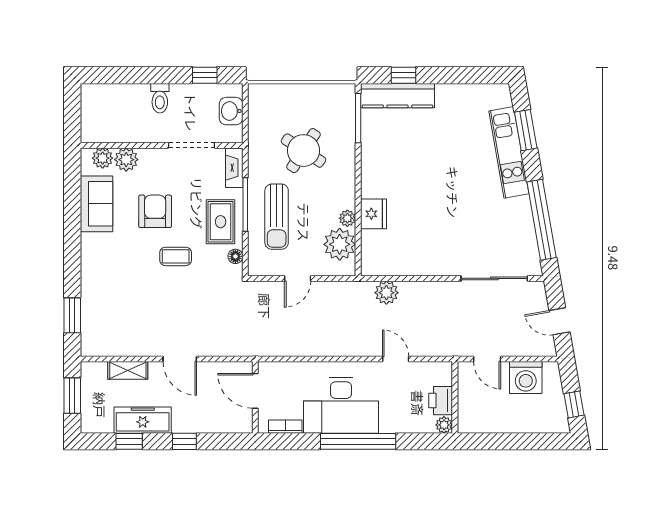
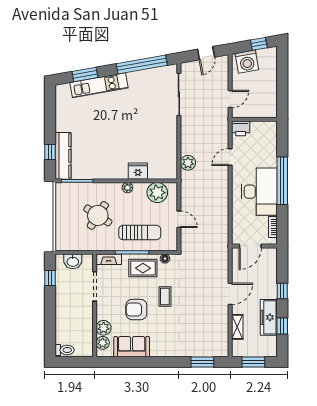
toilet: (160, 98) -> (65, 350), moved
plant: (347, 218) -> (127, 188), moved
washing machine: (526, 378) -> (247, 62), moved, turned 80
printer: (441, 401) -> (241, 128), moved
plant: (444, 425) -> (272, 126), removed

